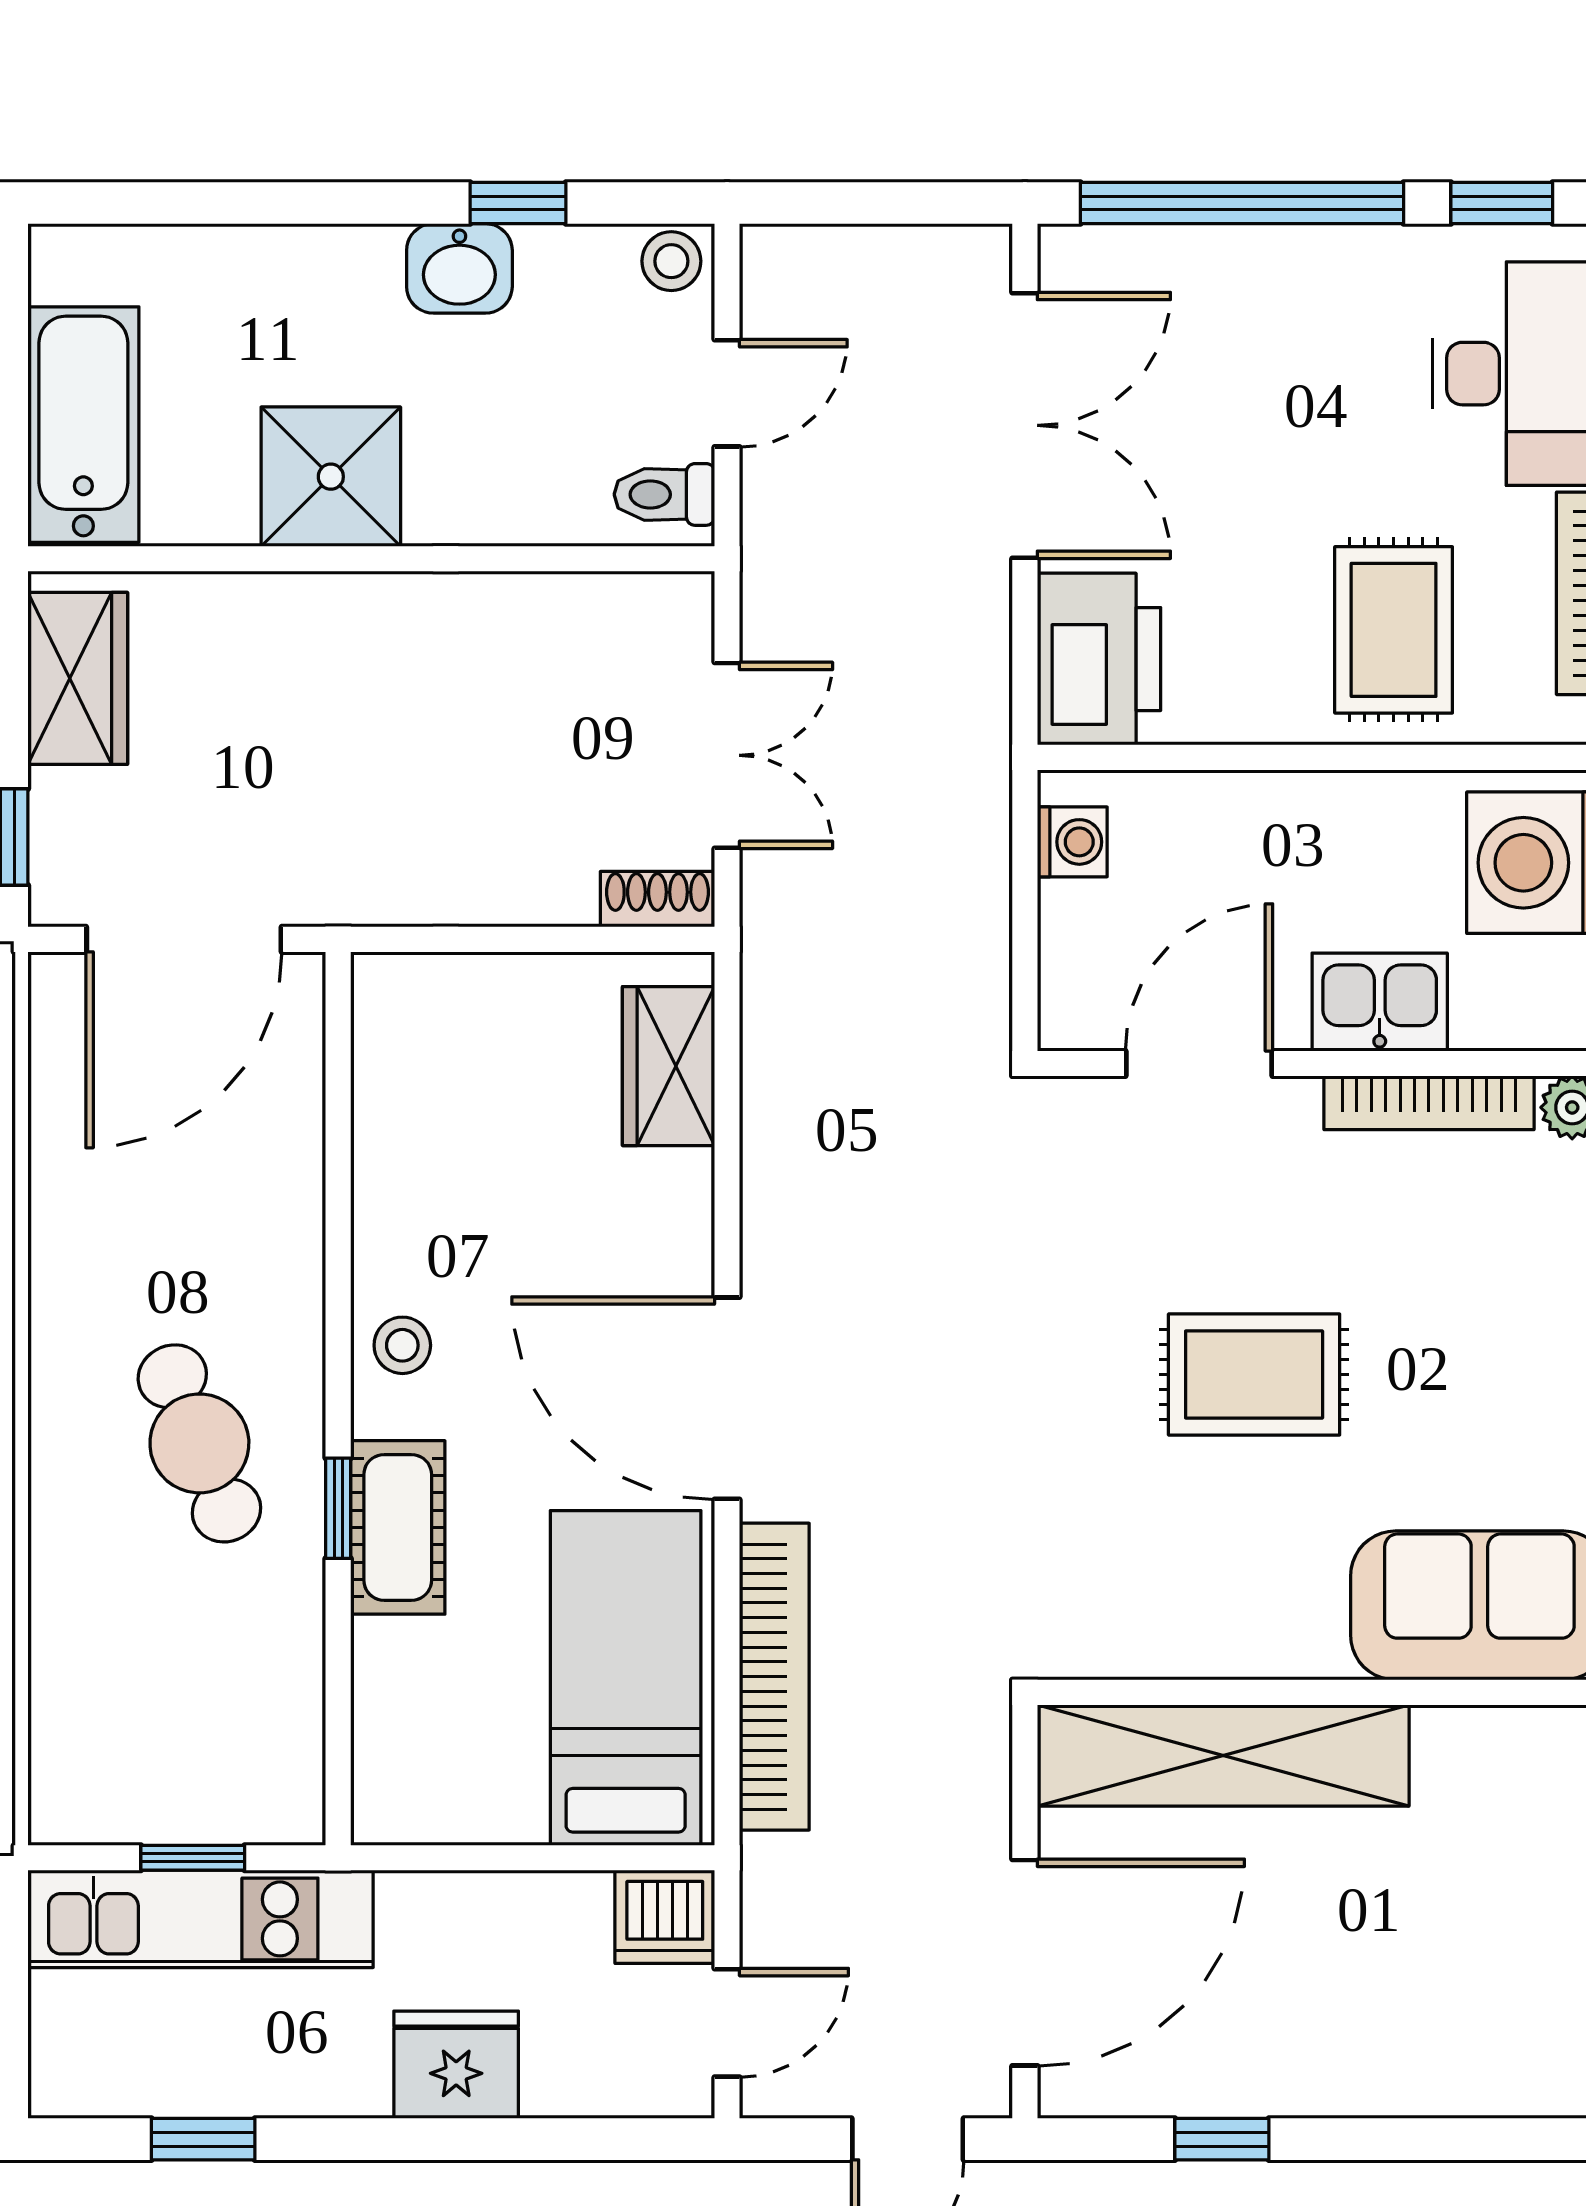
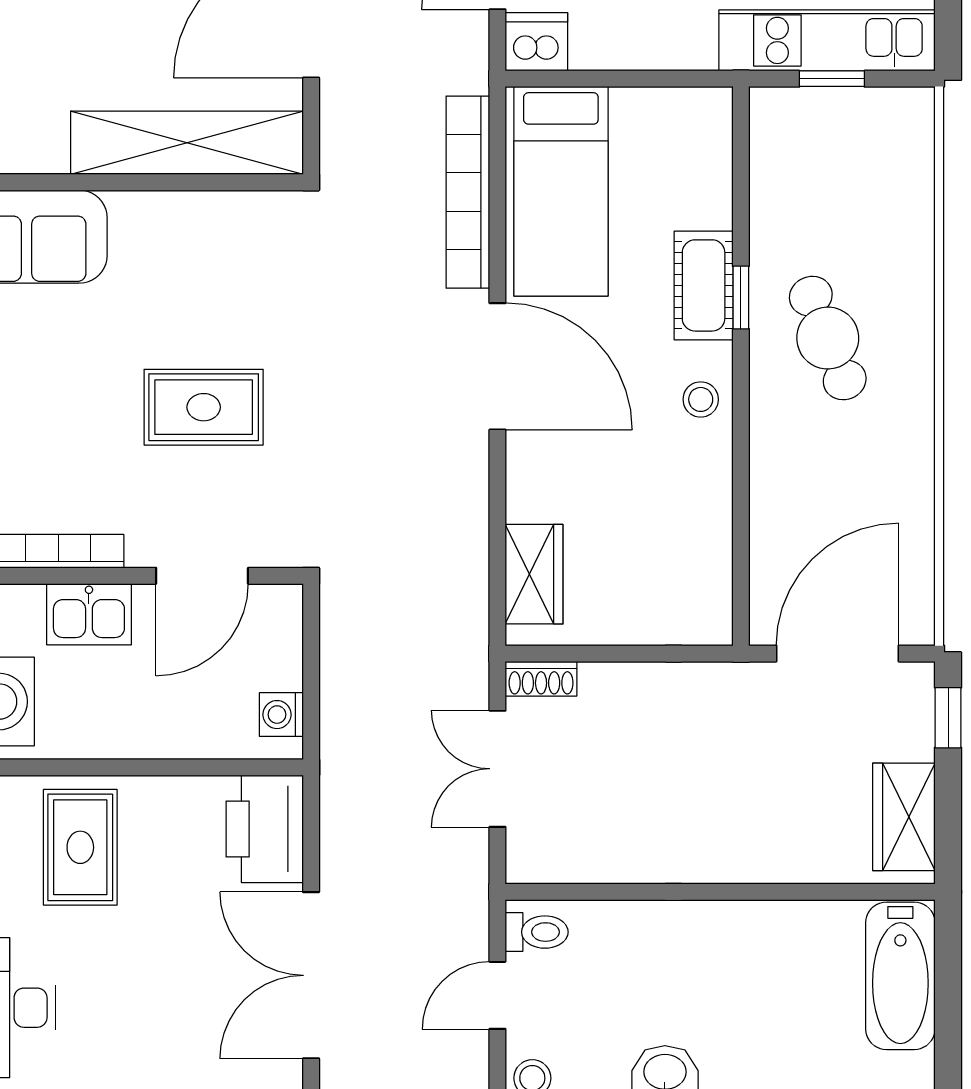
shower: (331, 477) -> (745, 943), removed
rug: (1254, 1375) -> (204, 407), moved

